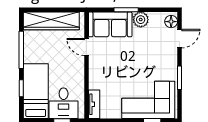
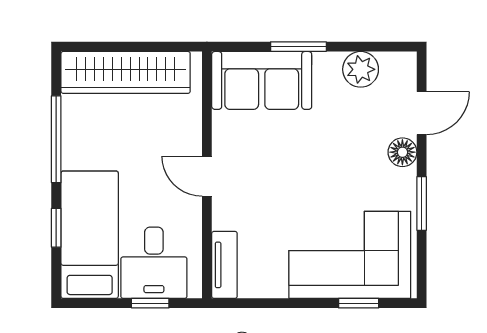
plant: (141, 20) -> (361, 69), moved
floor lamp: (171, 22) -> (402, 152), moved
door: (86, 47) -> (207, 176), moved

